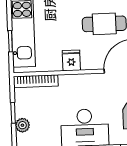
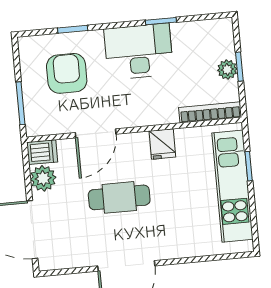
plant: (22, 125) -> (227, 70), moved

